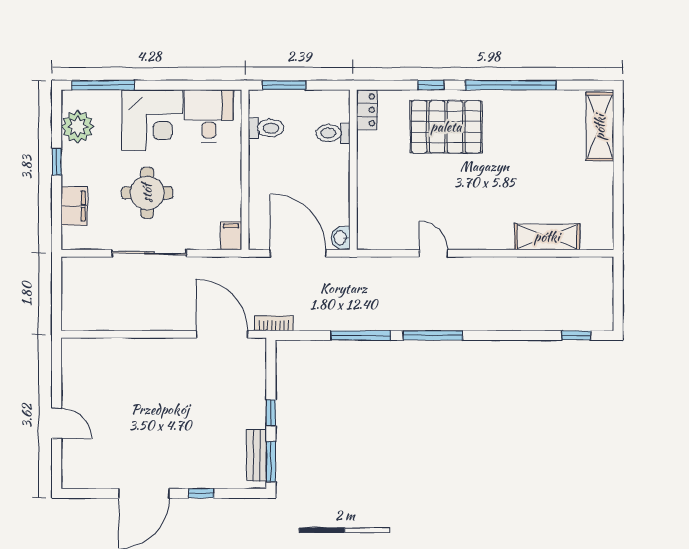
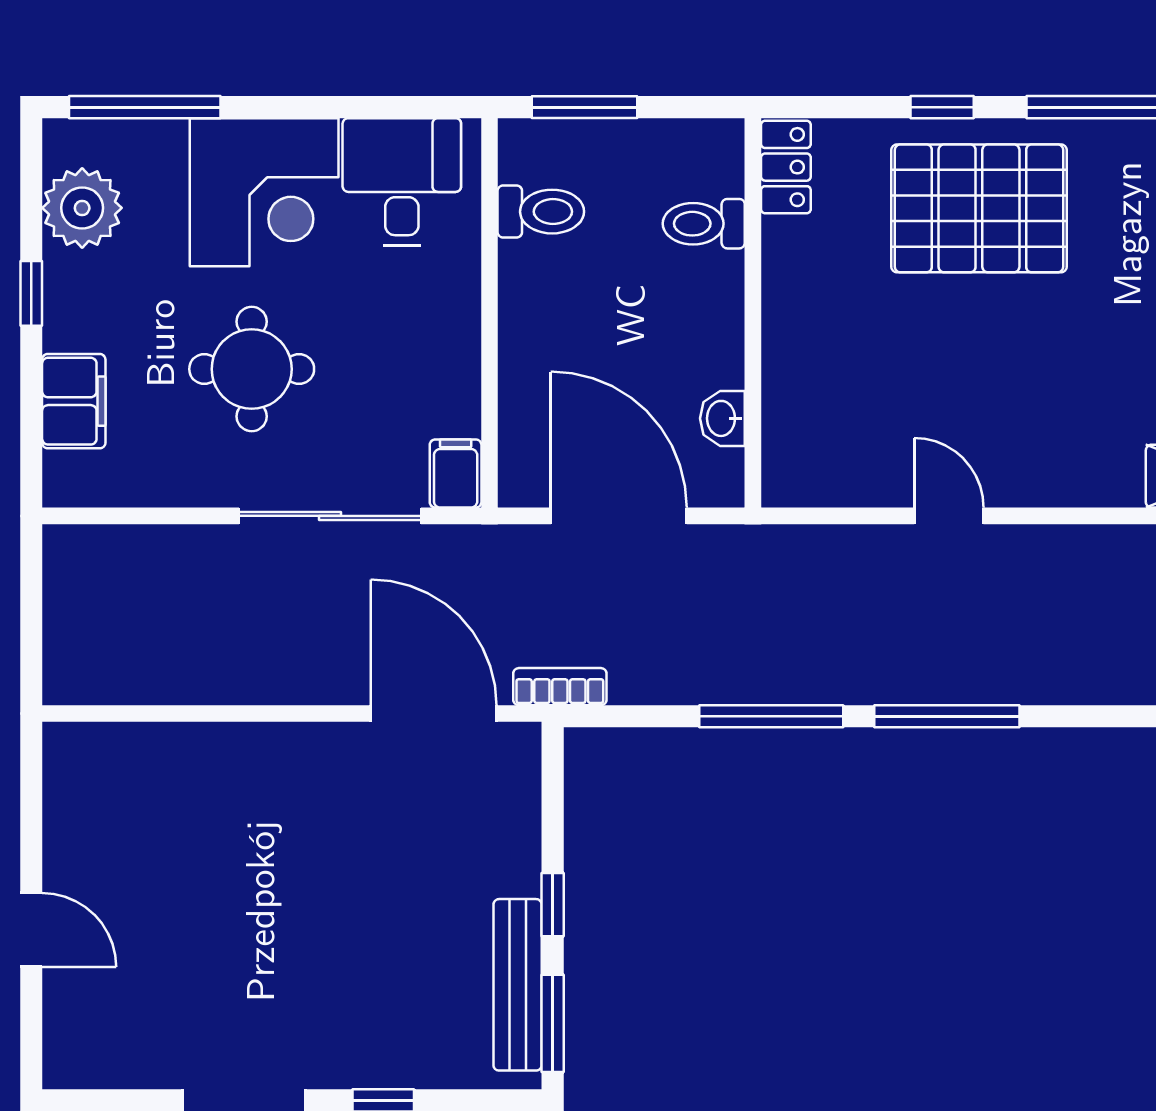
washbasin: (341, 238) -> (722, 418), moved
sliding door: (149, 253) -> (330, 516), moved
bench: (256, 455) -> (518, 985), width x1.36

